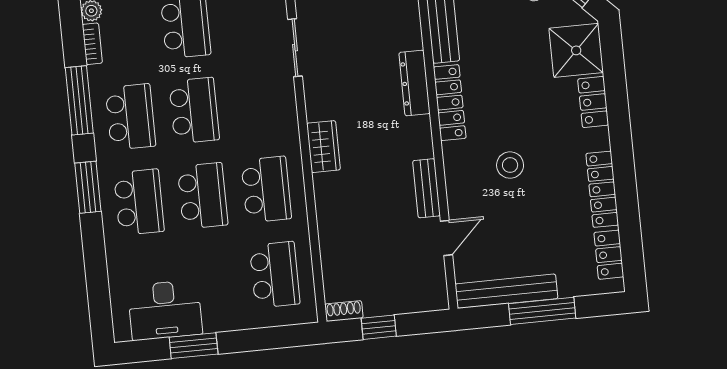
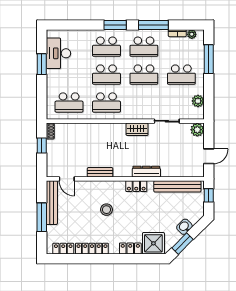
locker: (450, 103) -> (136, 186), width x0.66
wardrobe: (323, 147) -> (137, 129), moved
door: (446, 238) -> (67, 179), moved

